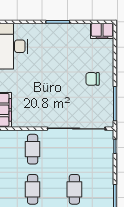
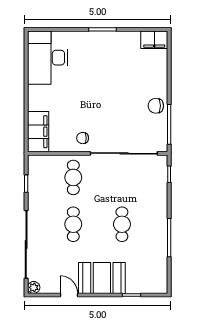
chair: (93, 79) -> (156, 106), moved
chair: (41, 115) -> (83, 138), added

